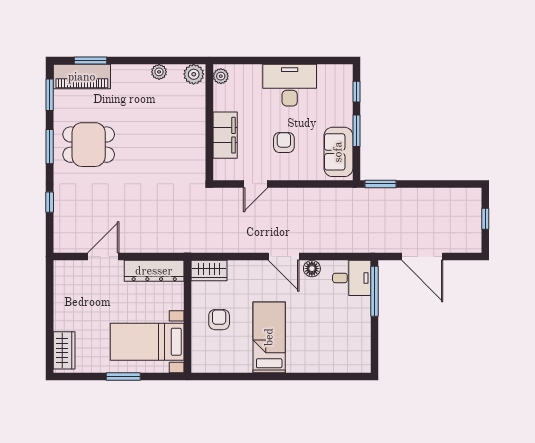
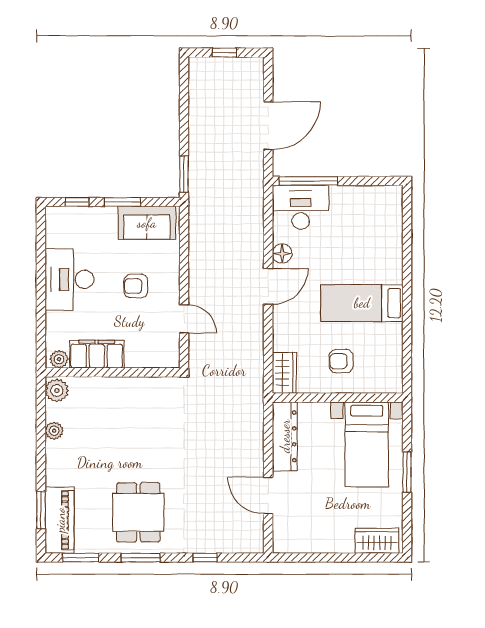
filing cabinet: (225, 135) -> (97, 354), moved
desk: (352, 278) -> (301, 207), width x1.37

